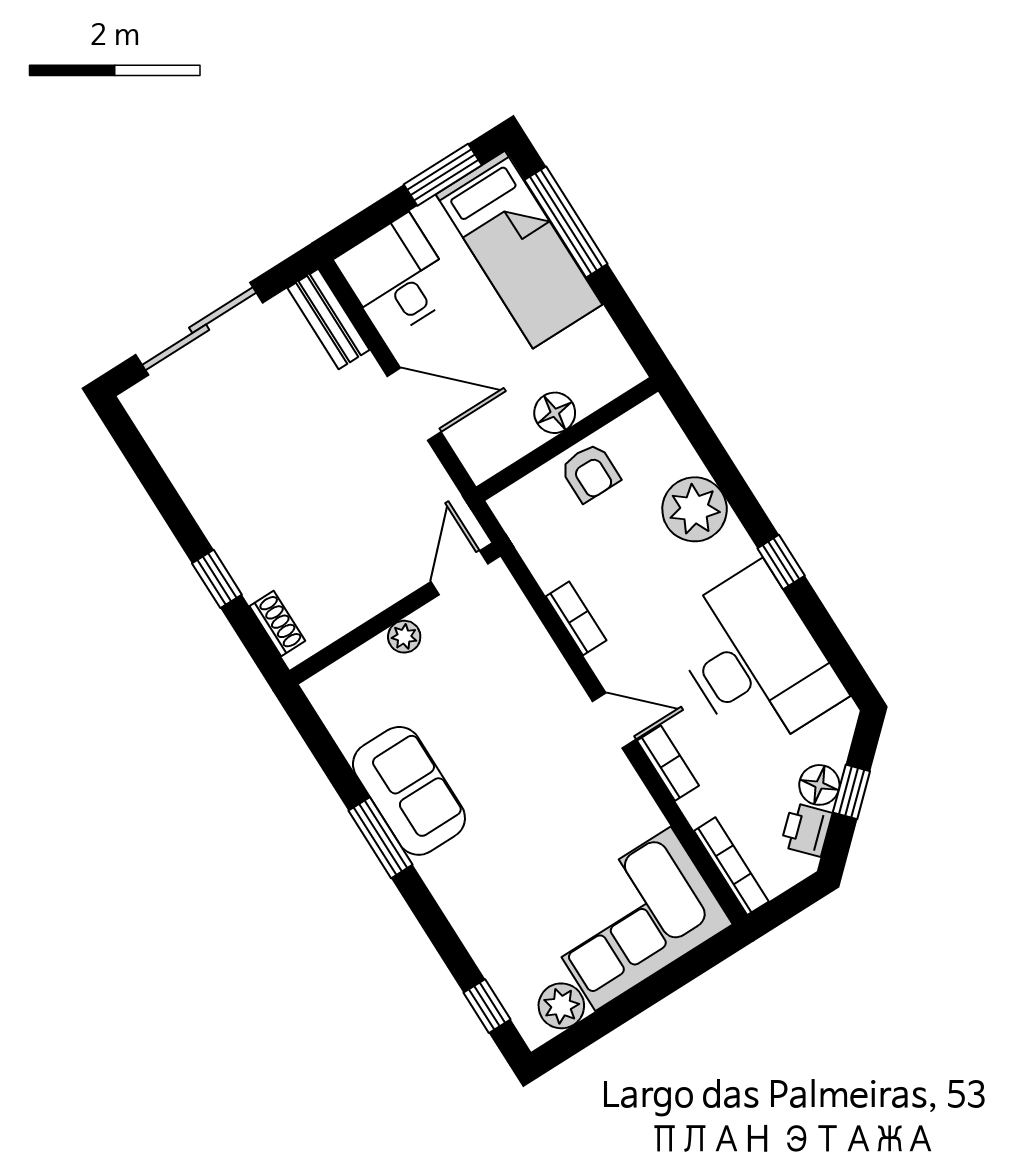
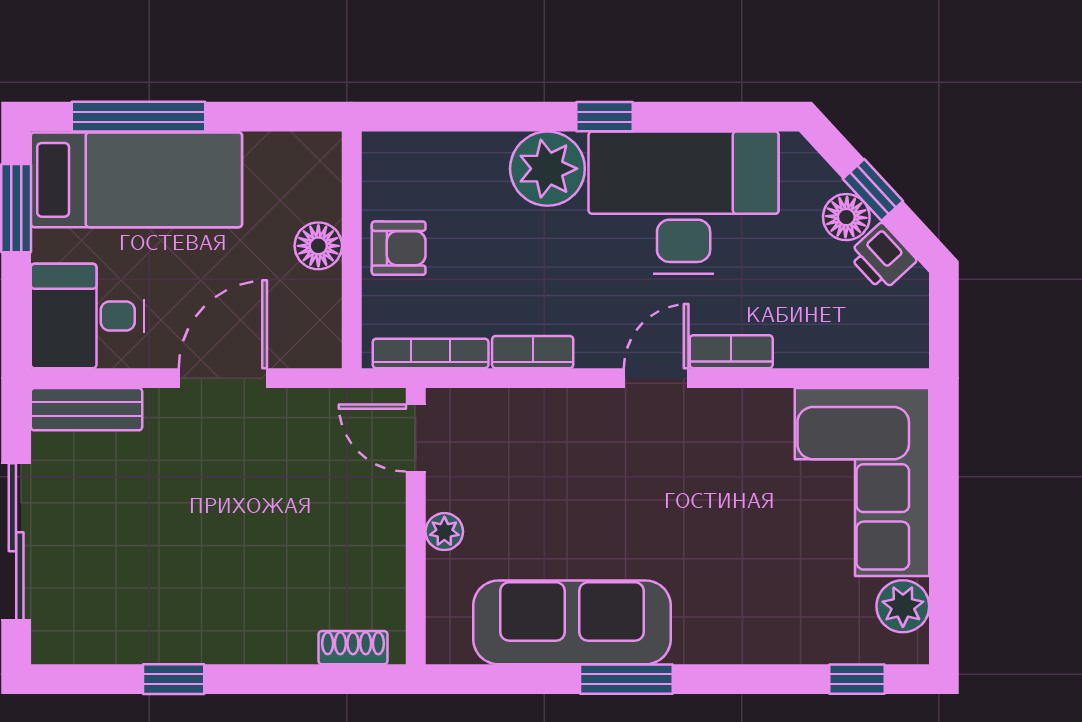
plant: (695, 509) -> (547, 169), moved
window: (217, 579) -> (174, 679), moved
sofa: (409, 791) -> (572, 622), width x1.36
bookcase: (731, 866) -> (431, 353), moved

